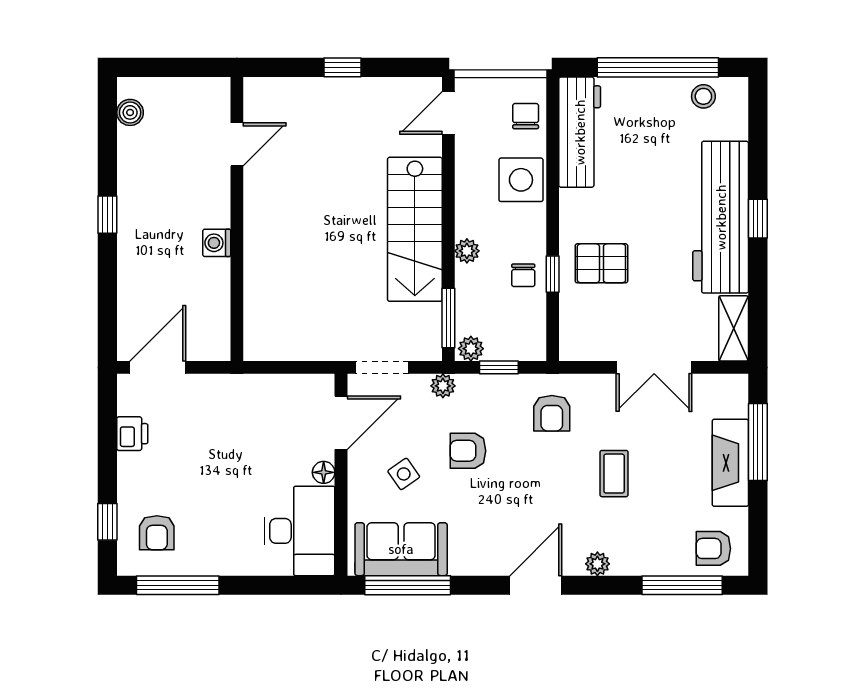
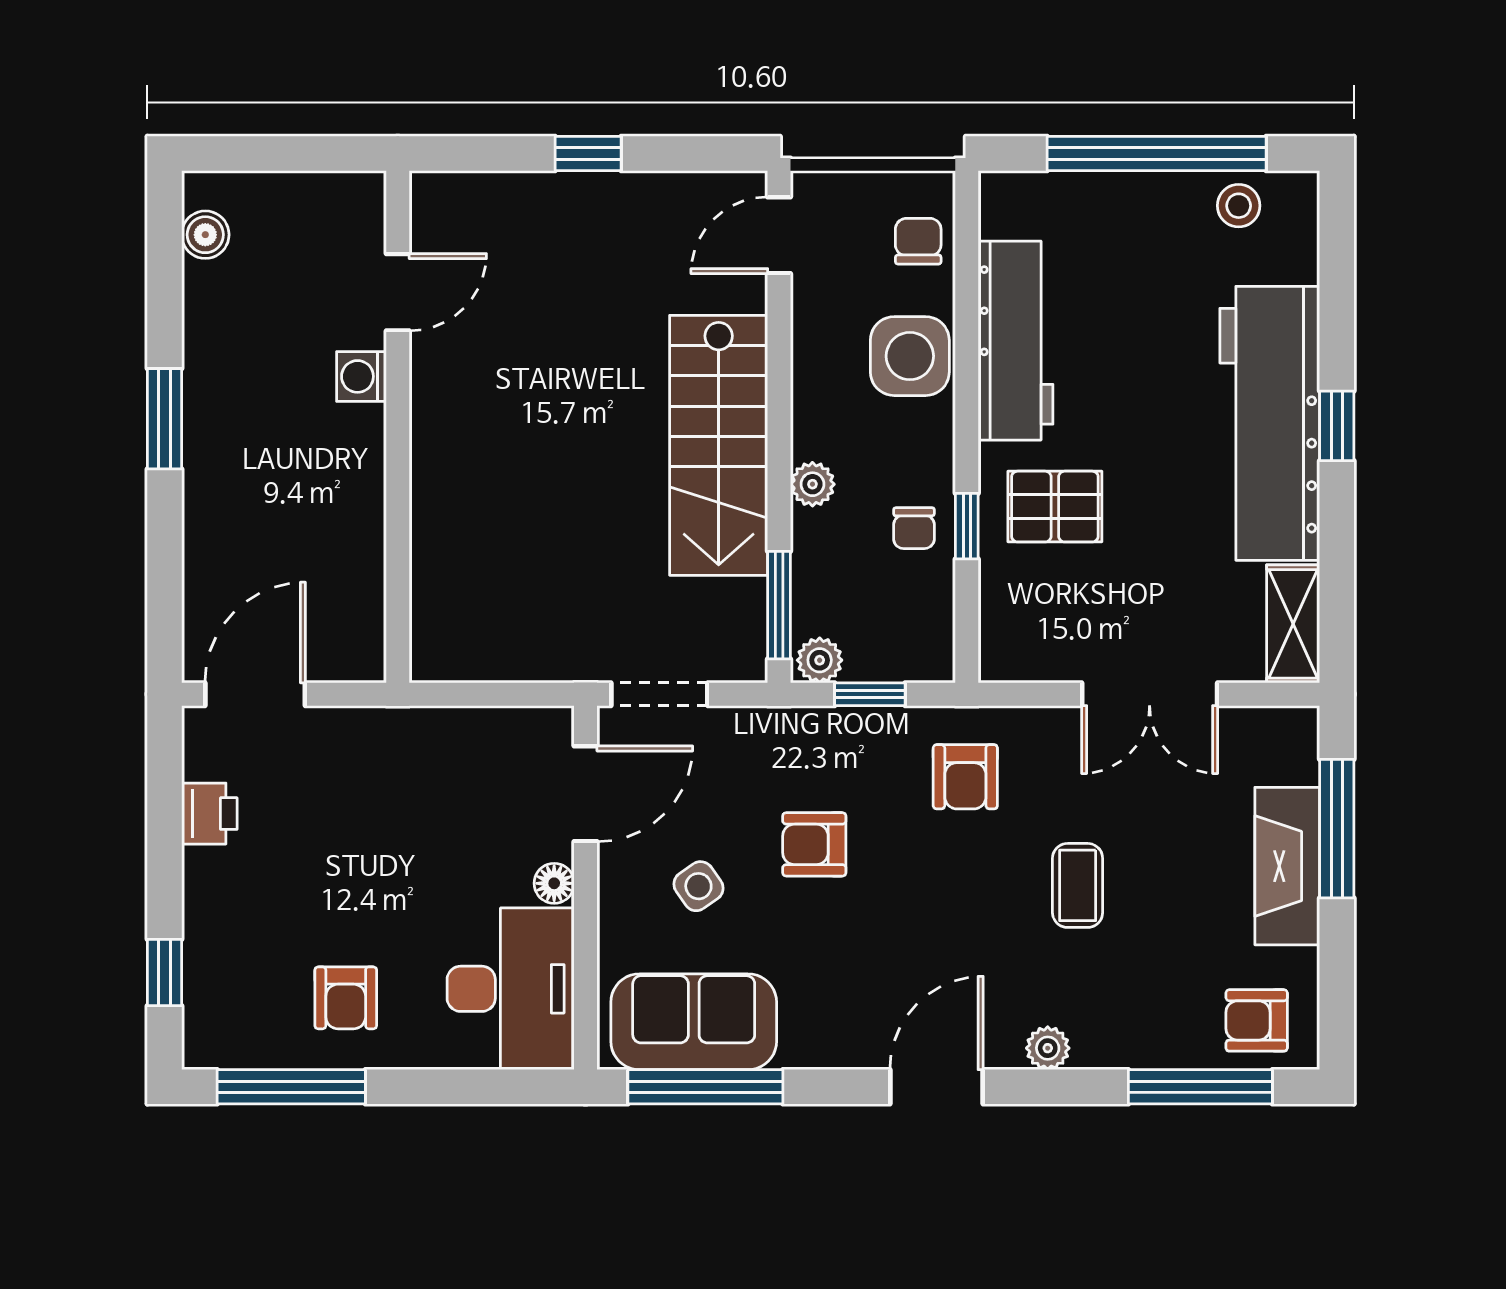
workbench: (580, 132) -> (1016, 341), moved
window: (107, 215) -> (164, 419), width x1.50
washing machine: (217, 243) -> (361, 376), moved
plant: (443, 386) -> (769, 727), removed
armchair: (157, 533) -> (346, 998), moved

